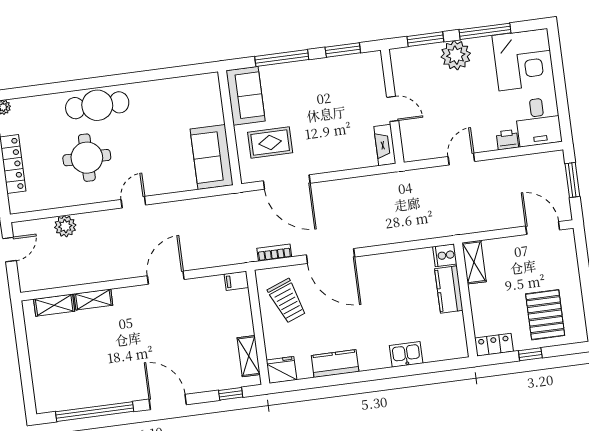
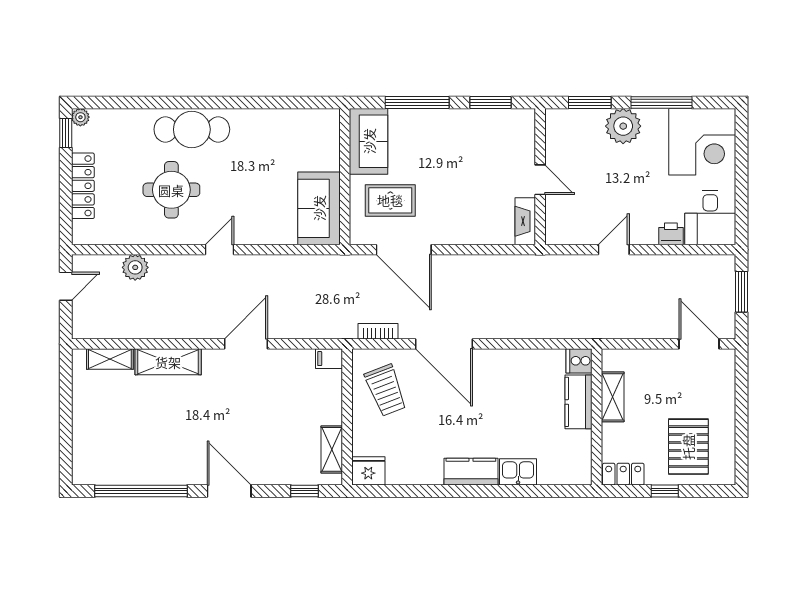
shelving: (474, 262) -> (613, 397), moved
shelving: (93, 300) -> (168, 362), width x1.50, depth x1.33
kitchen counter: (335, 364) -> (471, 472), moved

